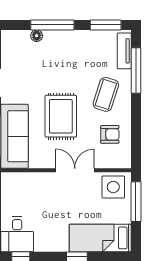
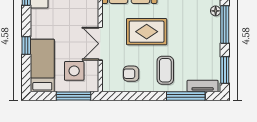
coffee table: (106, 94) -> (165, 70), turned 72
armchair: (110, 134) -> (131, 74), turned 90
double door: (75, 170) -> (100, 44), swing flipped
side table: (113, 187) -> (74, 71), moved

